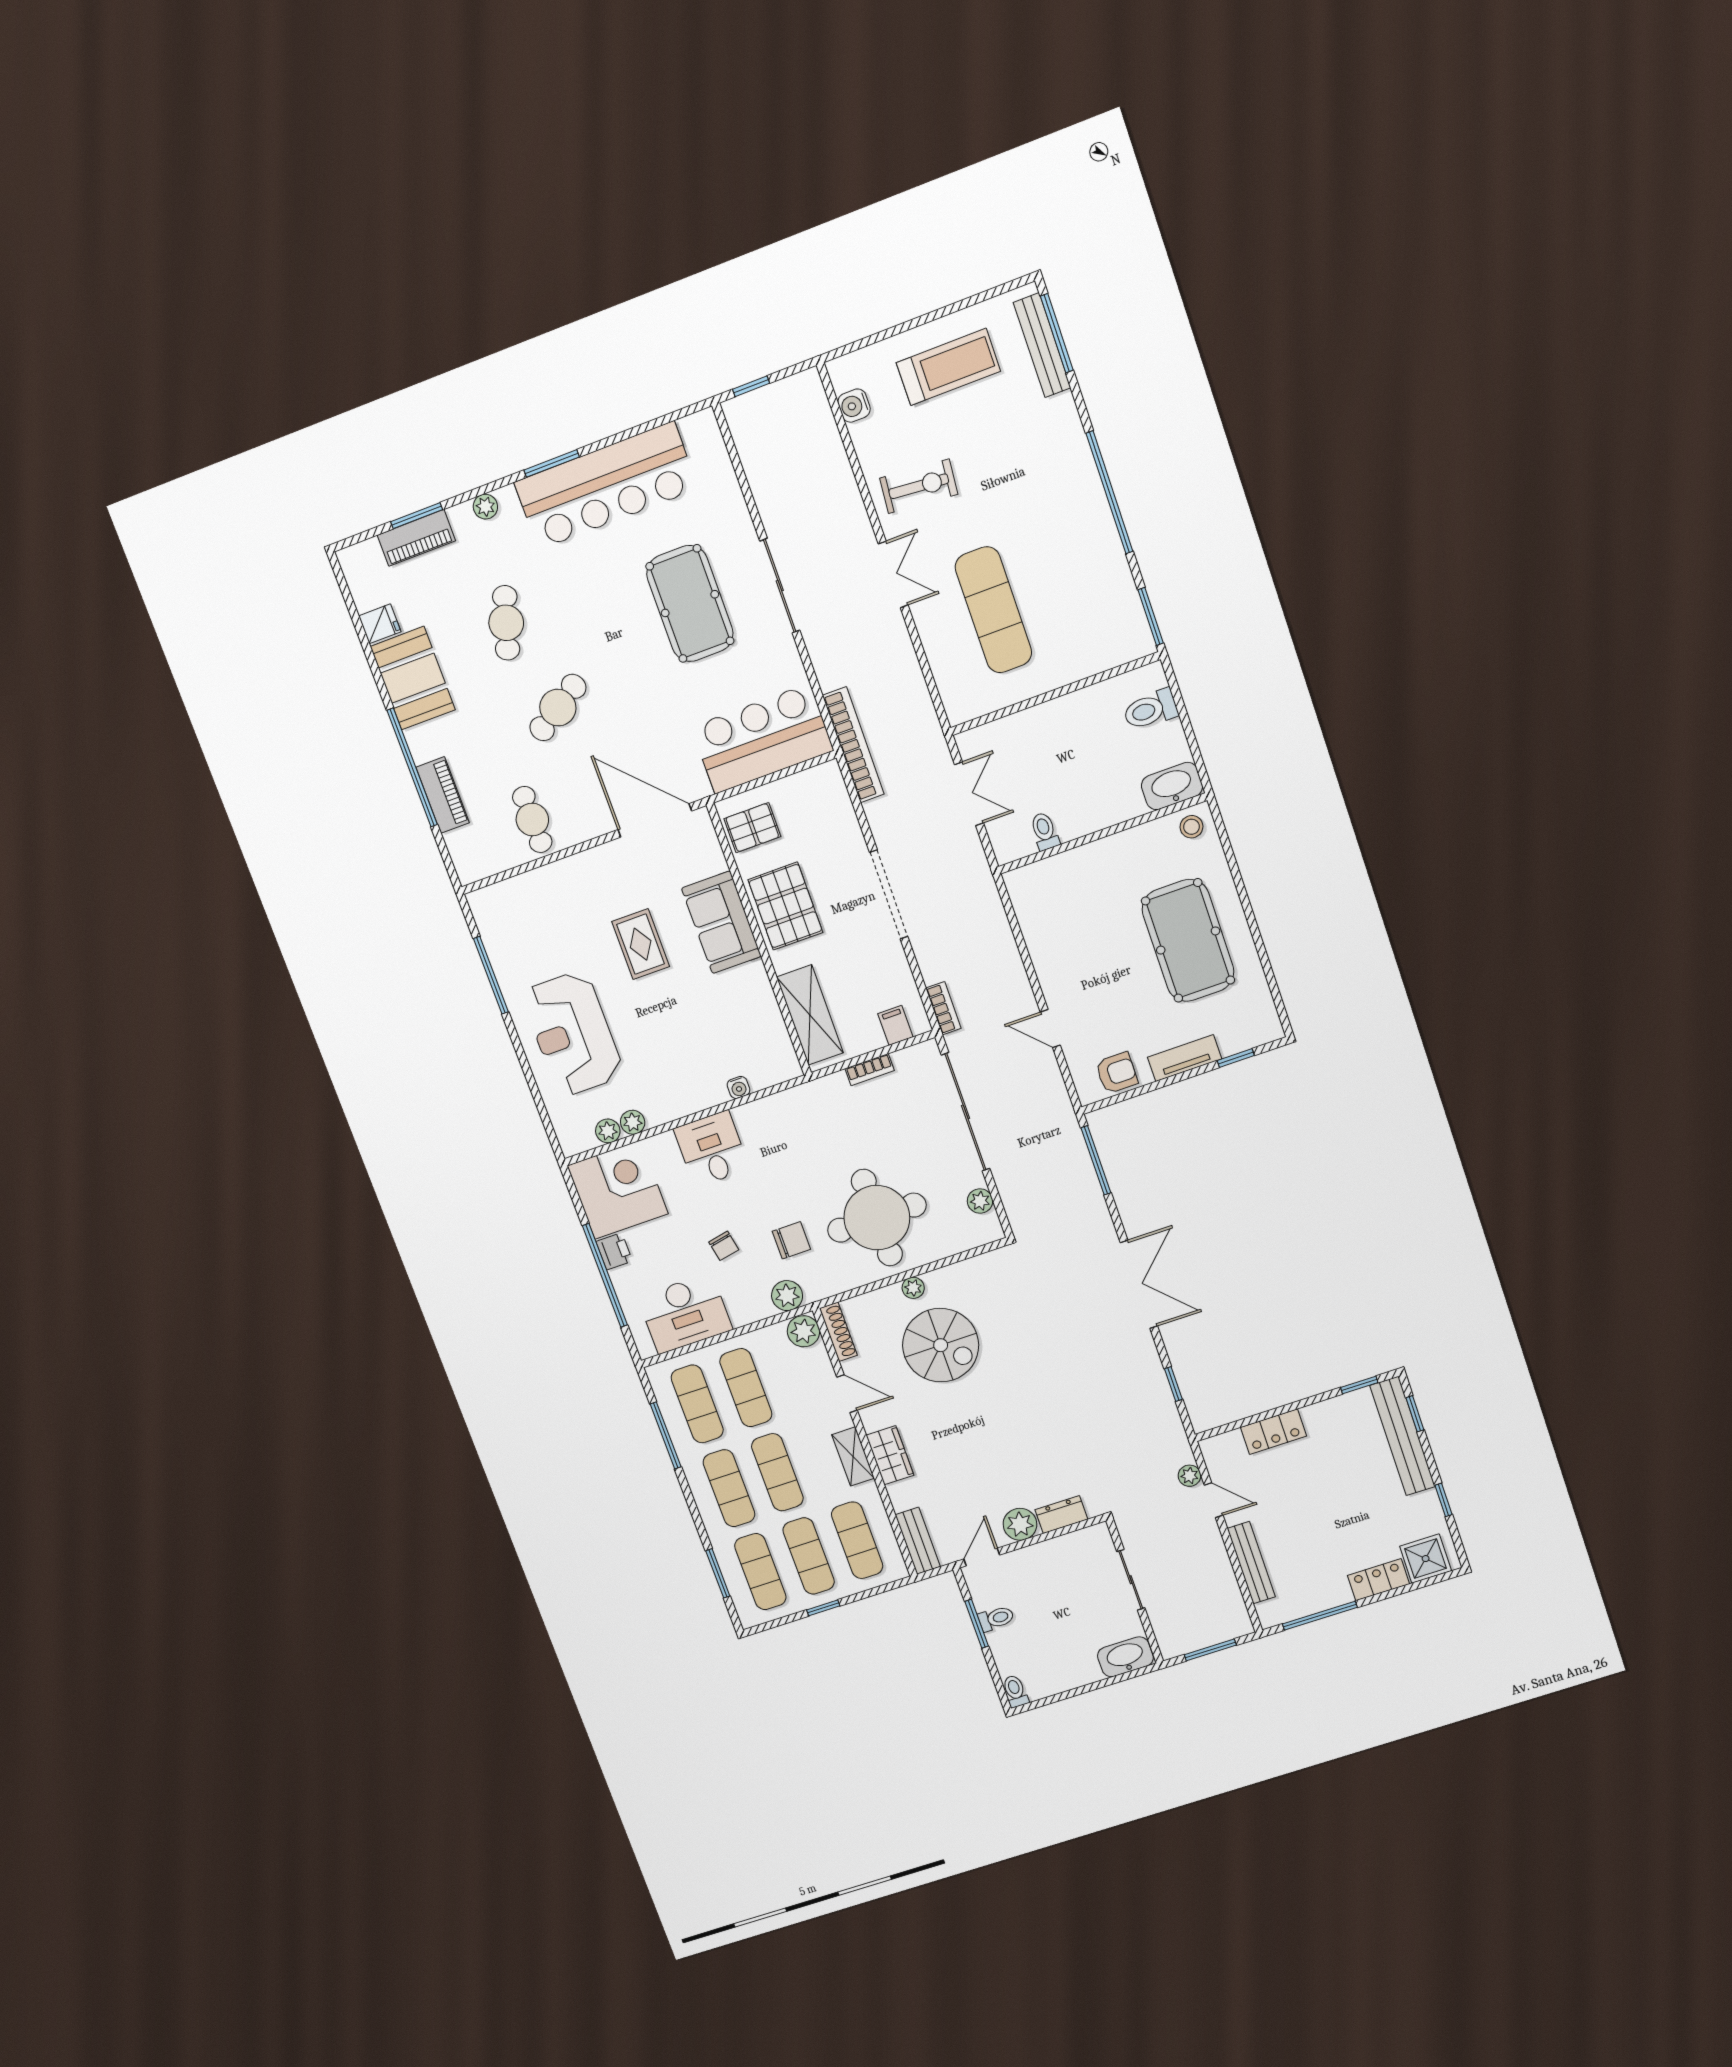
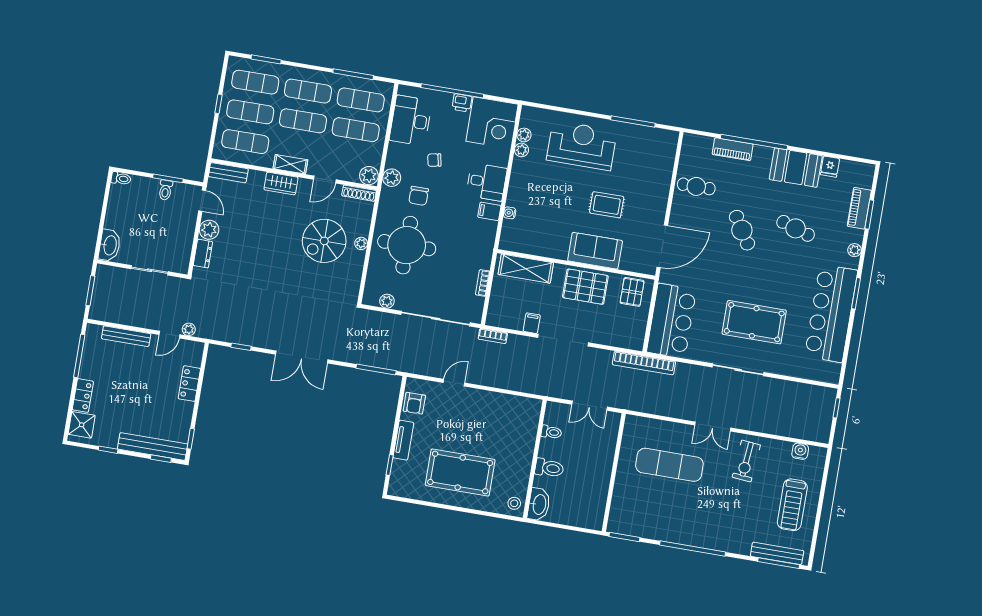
toilet: (1150, 710) -> (549, 468), moved, turned 90
filing cabinet: (895, 1025) -> (532, 323), moved, turned -90
filing cabinet: (754, 1120) -> (489, 211), added

